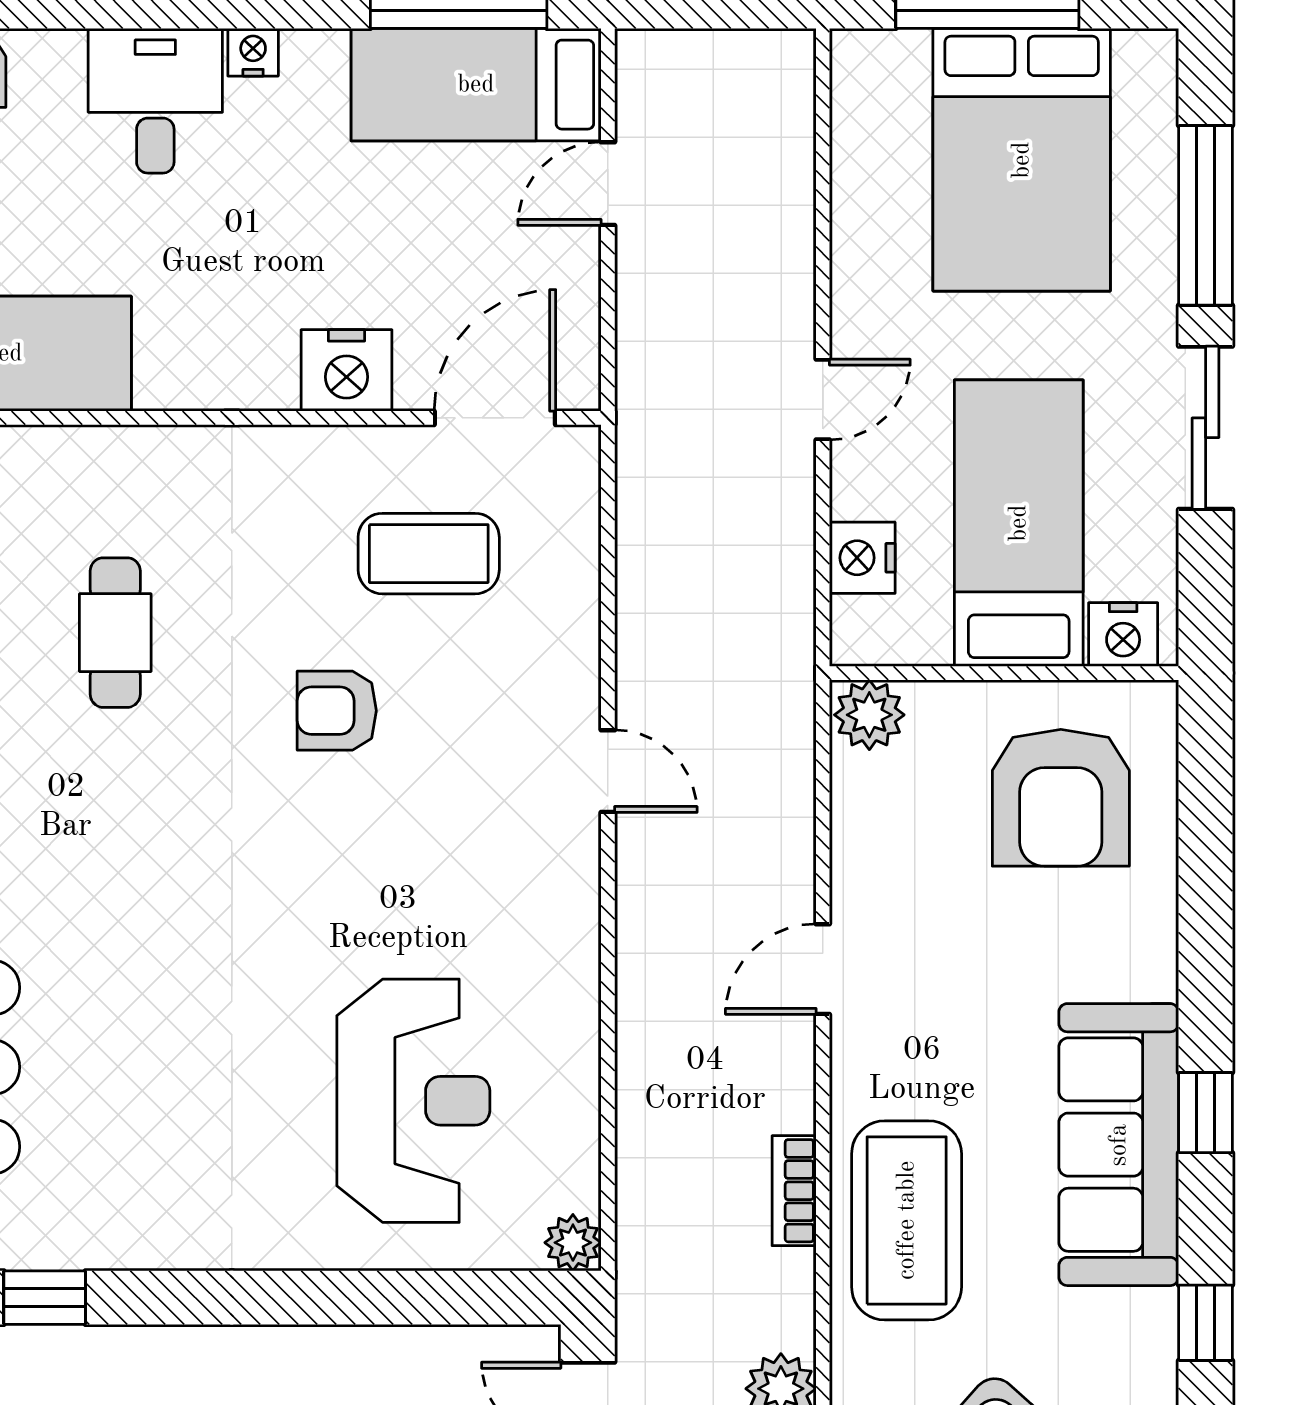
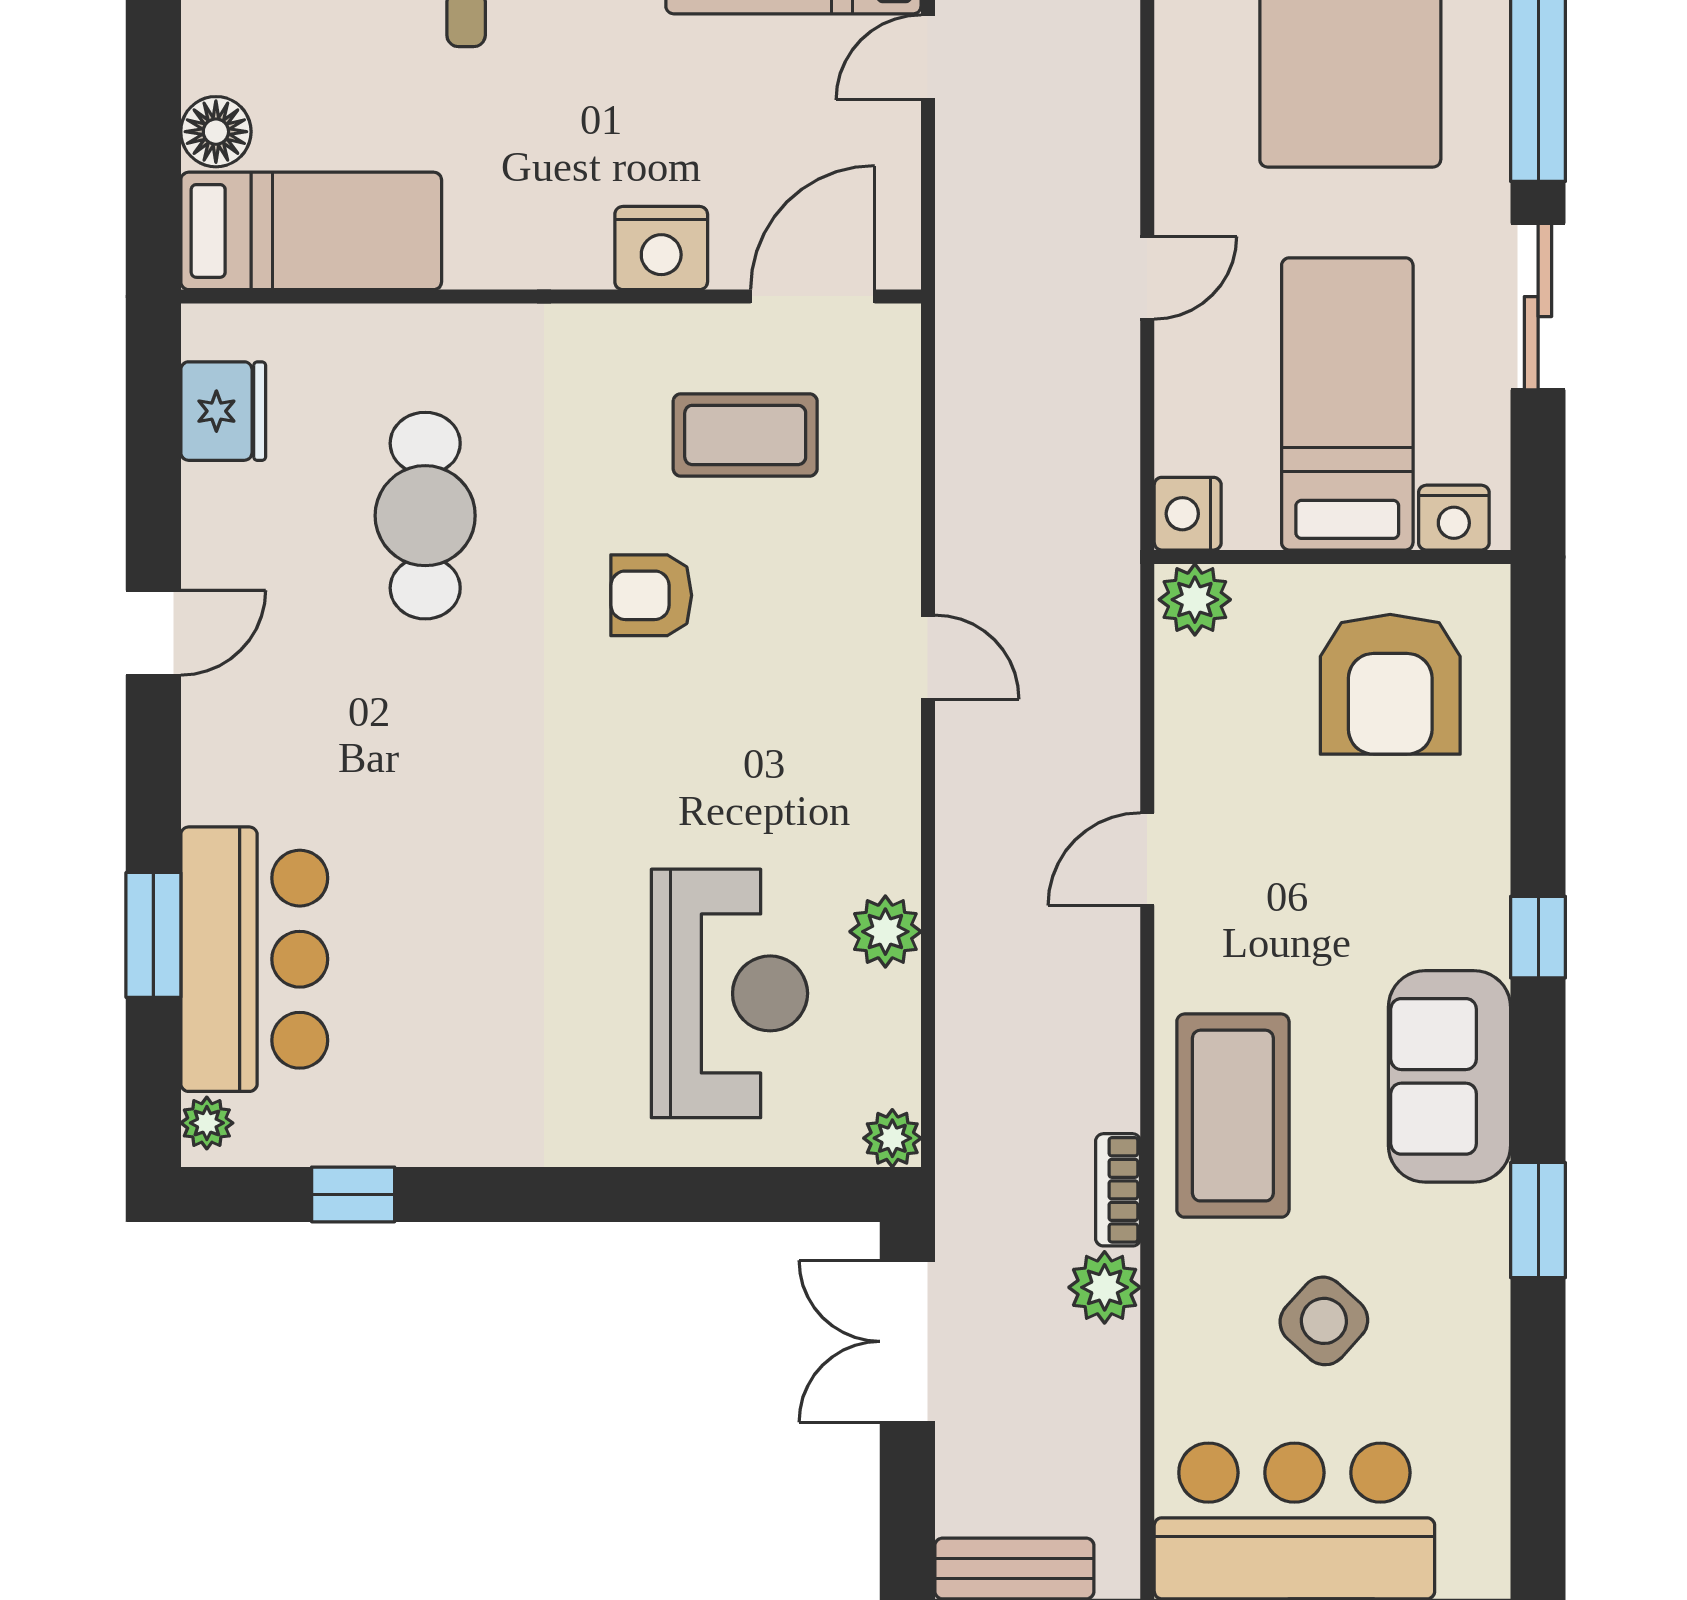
nightstand: (862, 558) -> (1188, 514), moved
cafe table: (115, 633) -> (425, 516), width x1.37, depth x1.35
plant: (566, 1040) -> (885, 932), added
window: (1206, 1113) -> (1538, 937), moved
sofa: (1119, 1145) -> (1449, 1076), width x0.73
bookcase: (794, 1191) -> (1118, 1190), moved
window: (1206, 1323) -> (1538, 1220), width x1.50

